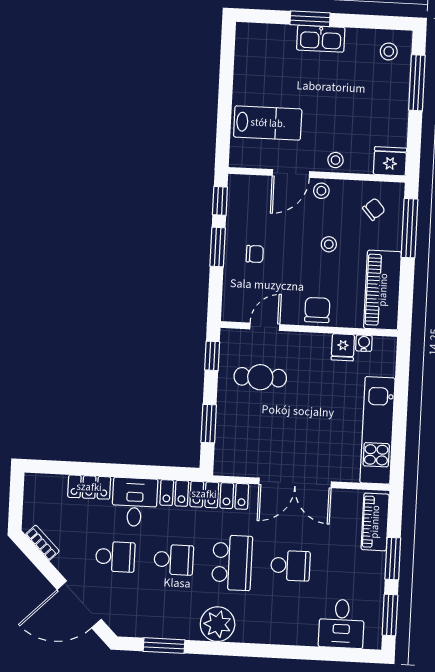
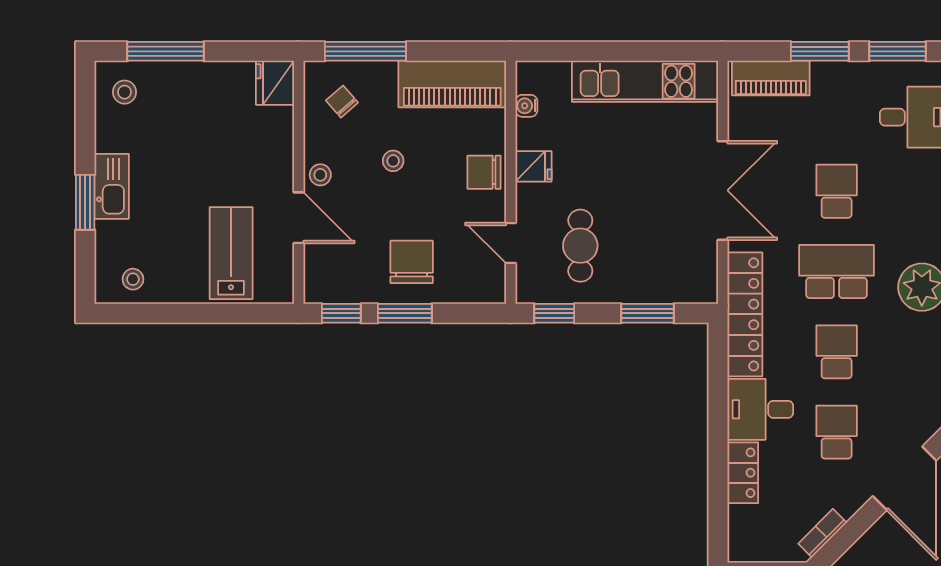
stool: (336, 160) -> (133, 279), moved
chair: (255, 254) -> (412, 262), width x1.87, depth x1.87
fridge: (343, 347) -> (534, 166), moved

